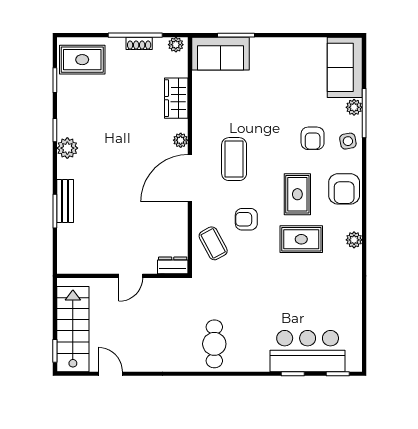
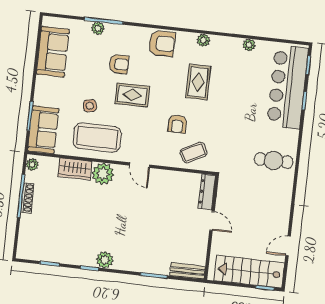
shoe rack: (139, 43) -> (27, 198), width x1.43
rug: (82, 60) -> (36, 240), removed
sofa: (345, 67) -> (53, 52), moved, turned -90
plant: (181, 140) -> (103, 174), width x1.88, depth x1.88
side table: (348, 141) -> (90, 106), moved
coffee table: (234, 159) -> (97, 138), moved, width x1.36, depth x1.32
door: (190, 178) -> (140, 165), width x0.53
rug: (297, 194) -> (132, 95), moved
bench: (65, 201) -> (187, 271), moved
dresser: (173, 265) -> (207, 192), width x1.44
plant: (354, 297) -> (249, 45), added
bar counter: (308, 351) -> (288, 87), width x1.36

